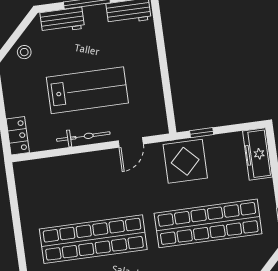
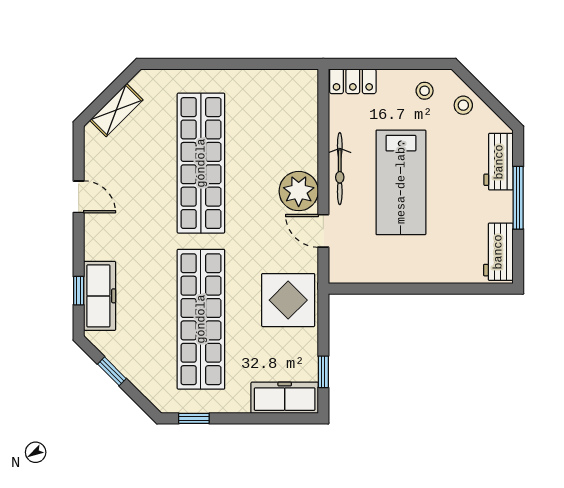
stool: (17, 82) -> (425, 91), added
window: (202, 133) -> (323, 372), moved
plant: (104, 164) -> (299, 191), added

